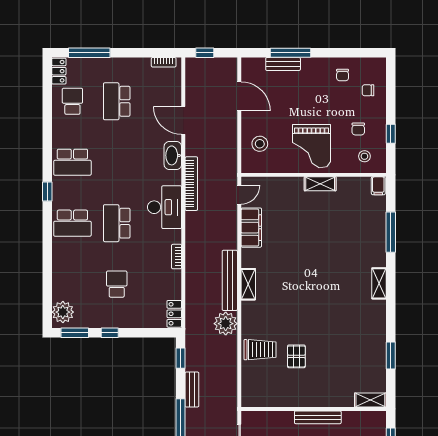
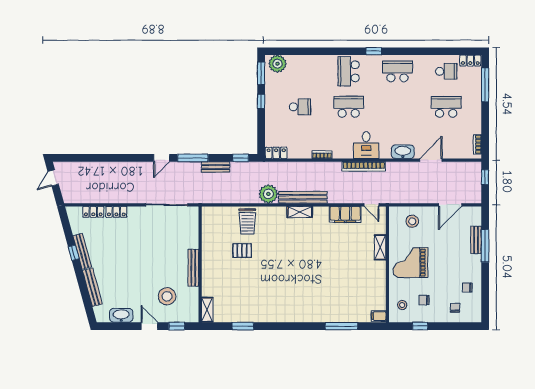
school desk: (72, 162) -> (397, 71), turned 90
bookcase: (191, 184) -> (364, 166), moved
shelving: (320, 184) -> (380, 247), moved
desk: (165, 207) -> (366, 145), width x0.73
shelving: (379, 283) -> (300, 317), removed

